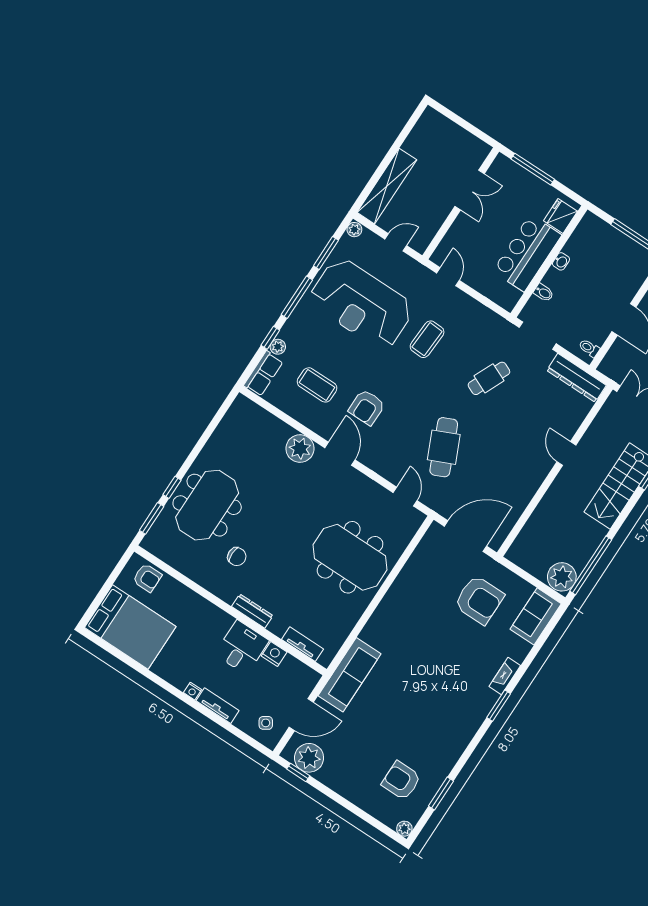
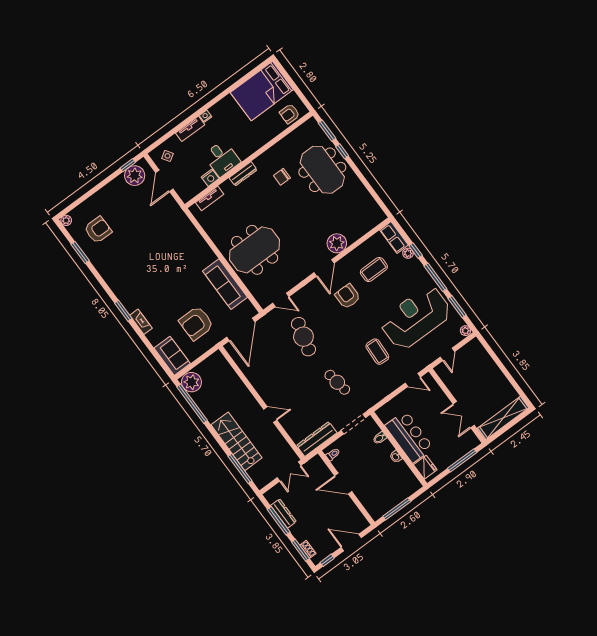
shelving: (387, 186) -> (503, 418), moved, turned 90
cafe table: (489, 378) -> (337, 382), turned -33
cafe table: (444, 447) -> (303, 337), turned 39
door: (340, 454) -> (324, 268), hinge flipped
sofa: (350, 675) -> (225, 284), moved

